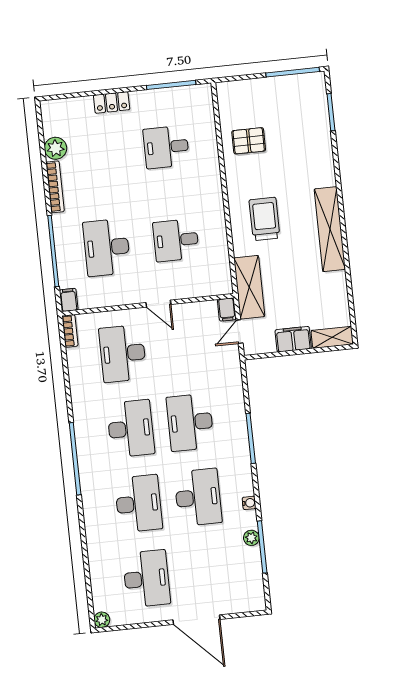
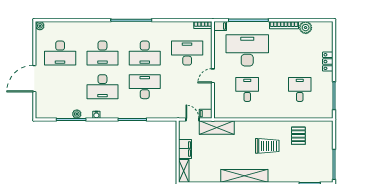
trolley: (265, 219) -> (267, 146), moved
desk: (107, 247) -> (247, 50), width x1.36, depth x1.30

